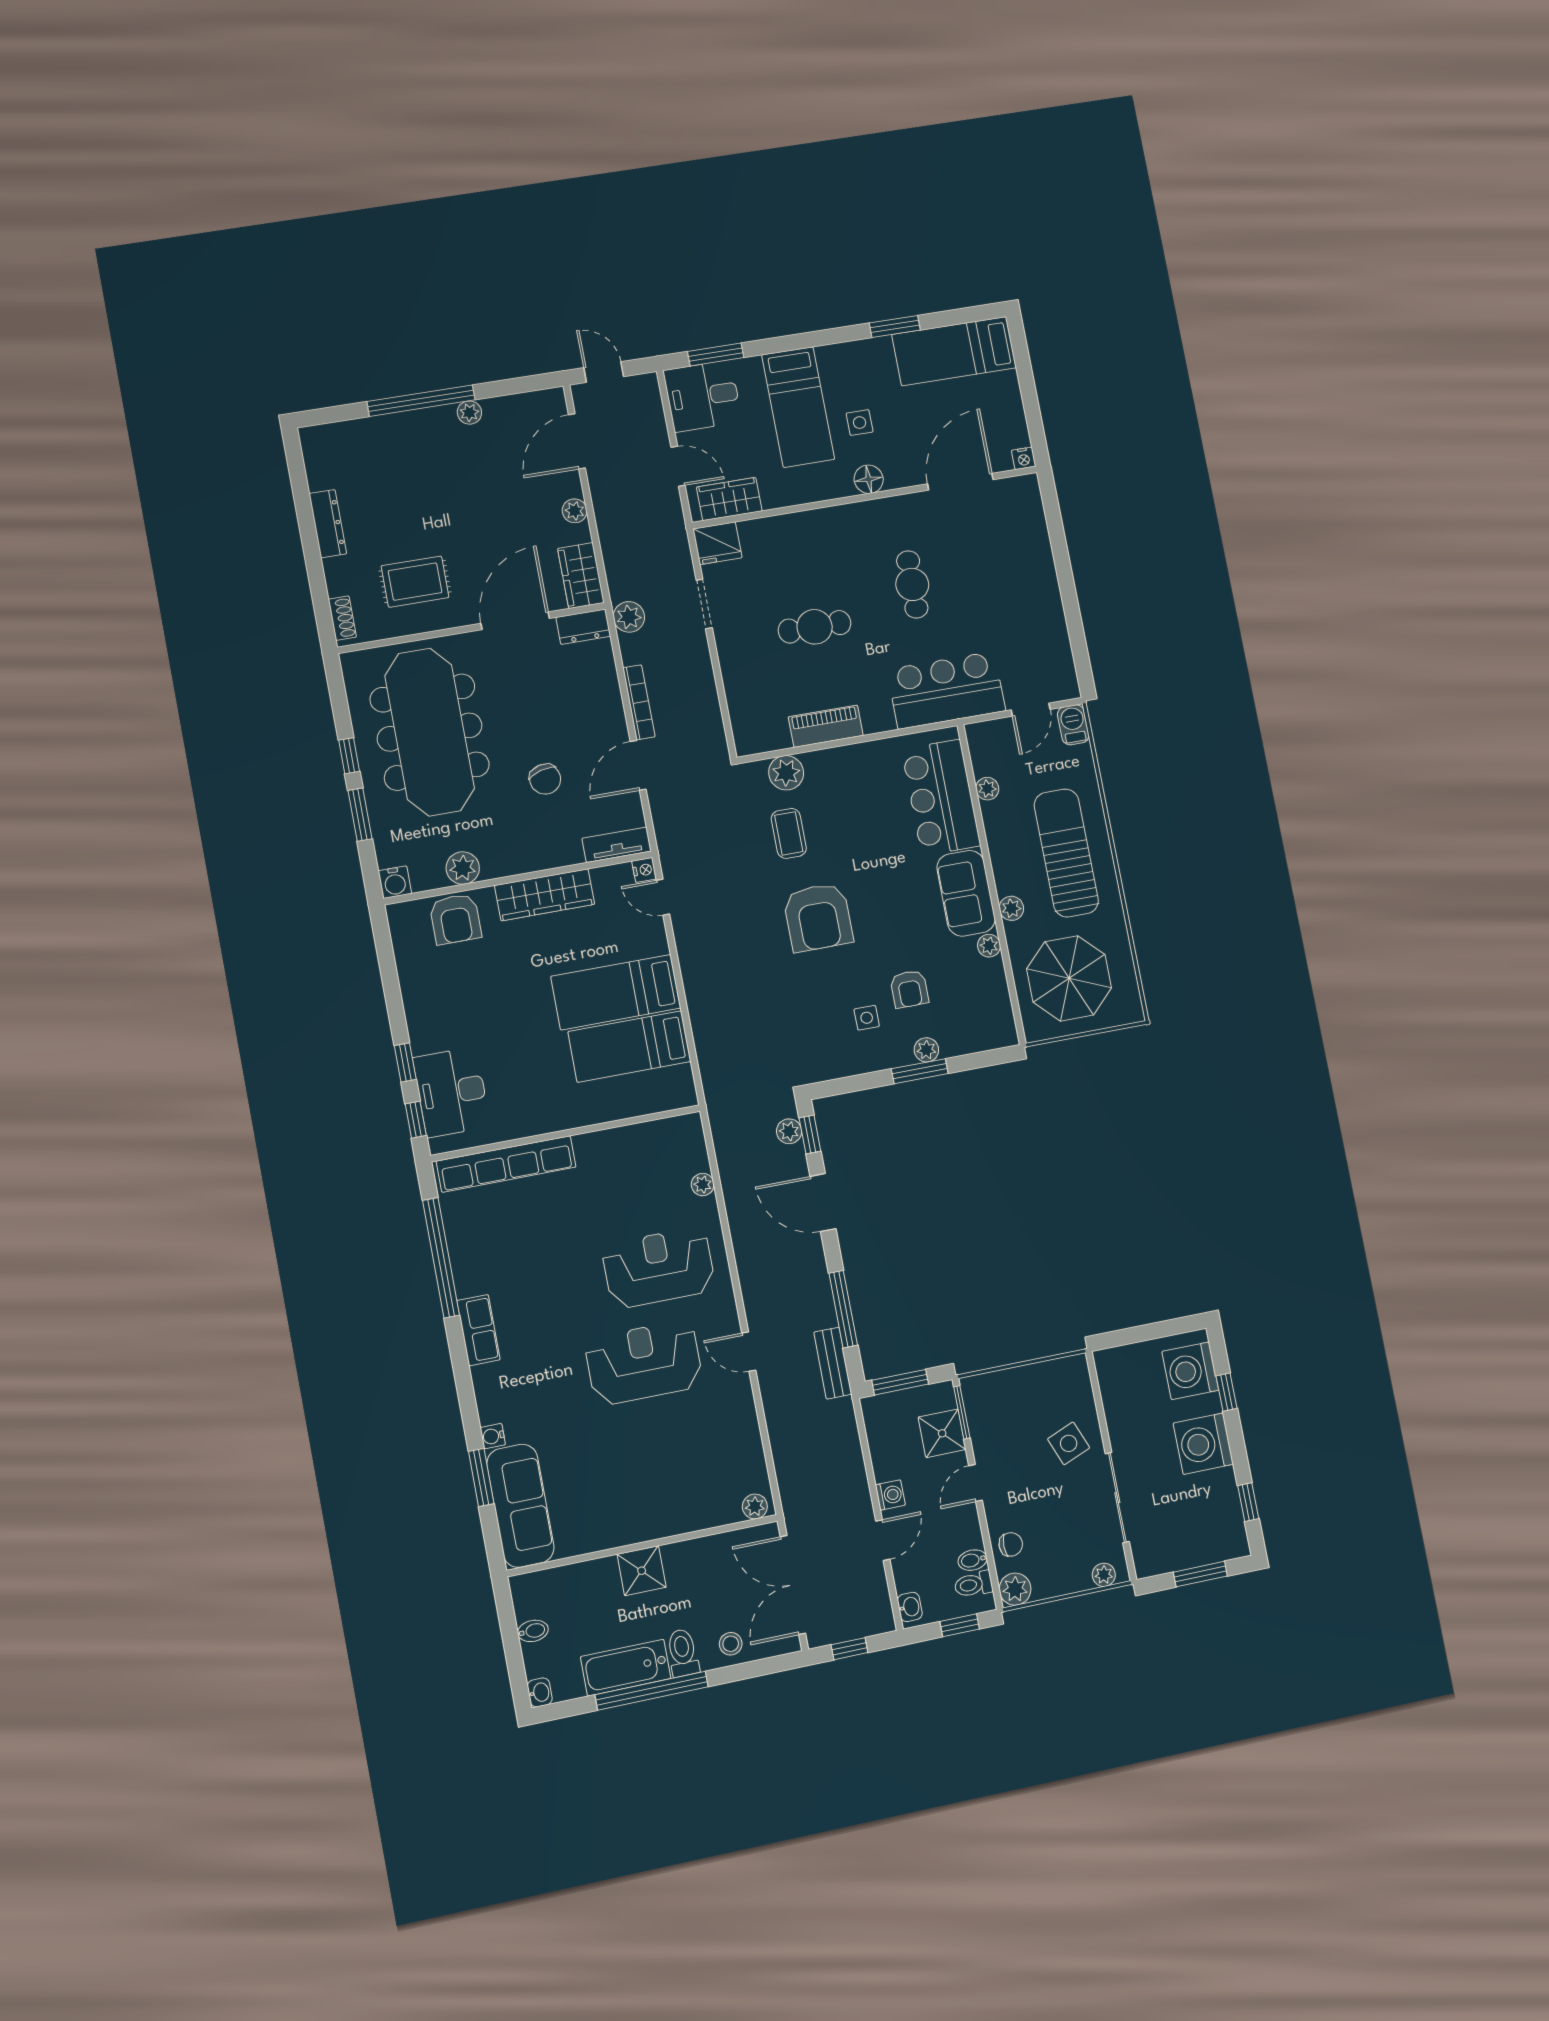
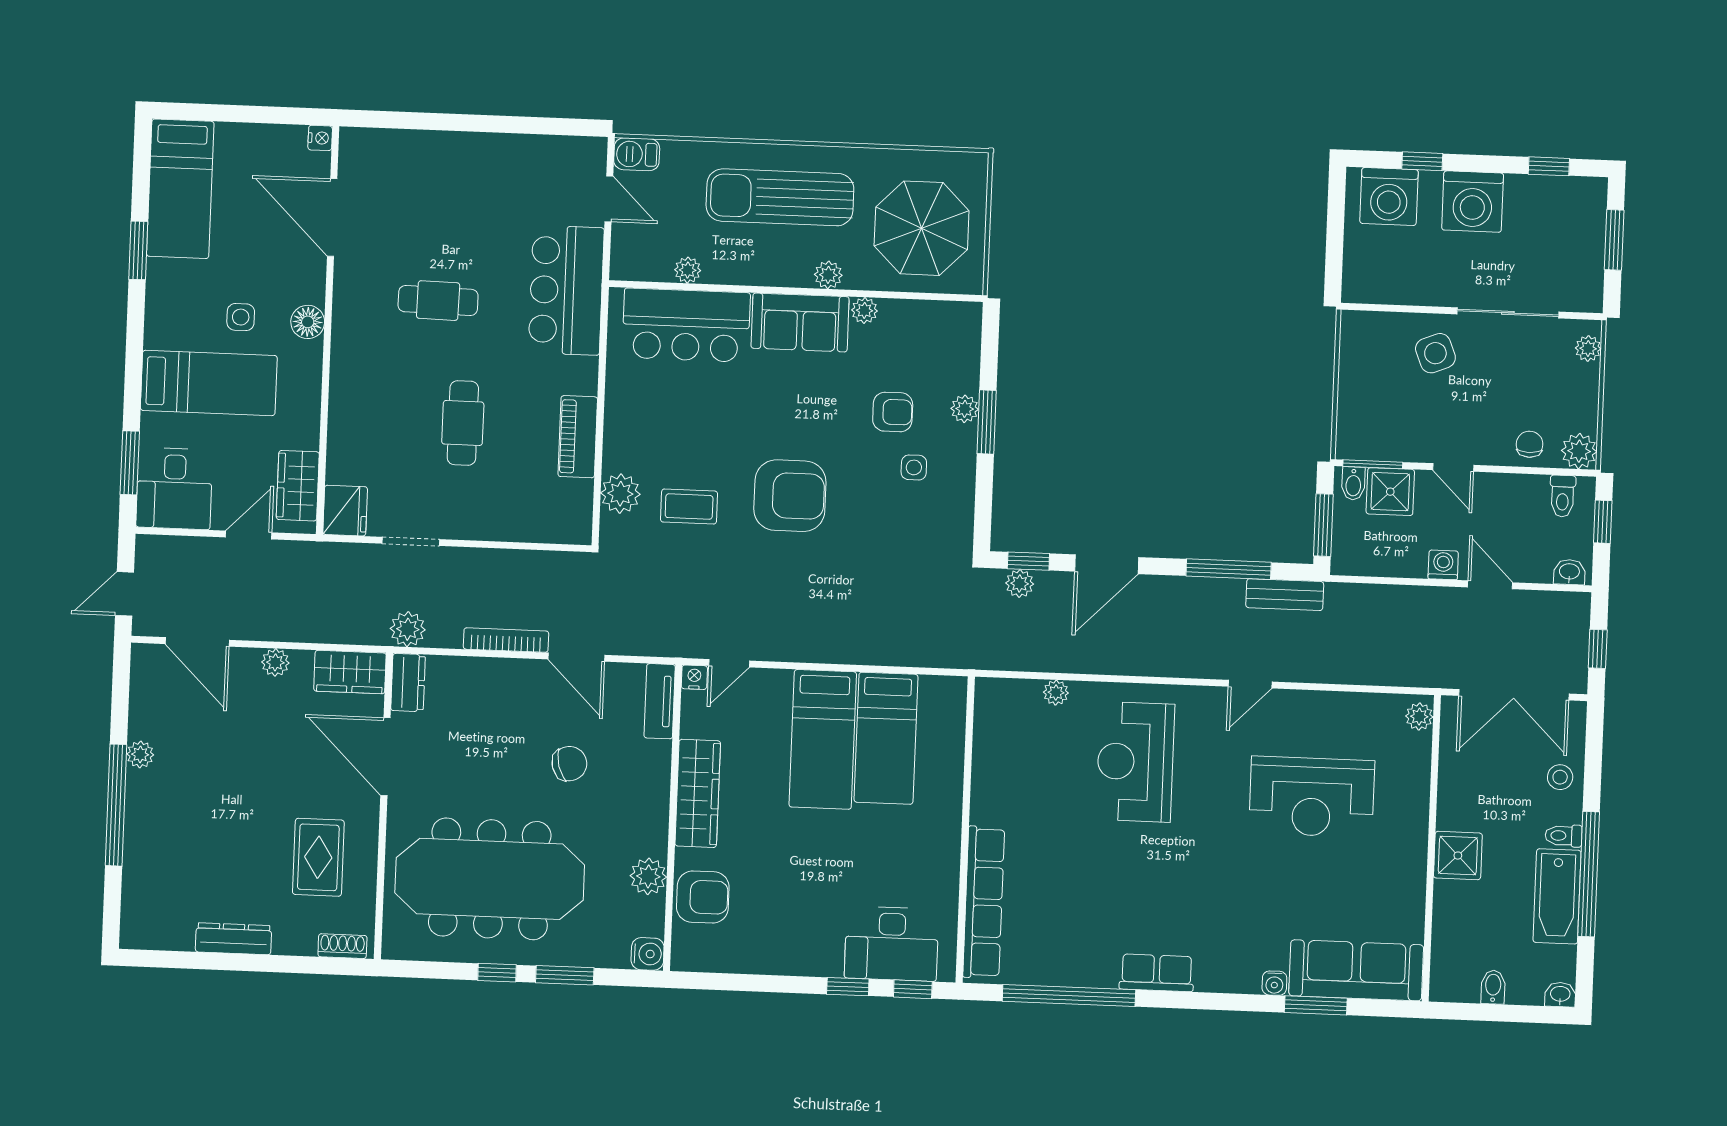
reception desk: (644, 1363) -> (1312, 797), moved, turned -90
bidet: (973, 1560) -> (1353, 483), moved
toilet: (683, 1653) -> (1563, 836), width x0.73, depth x0.72

